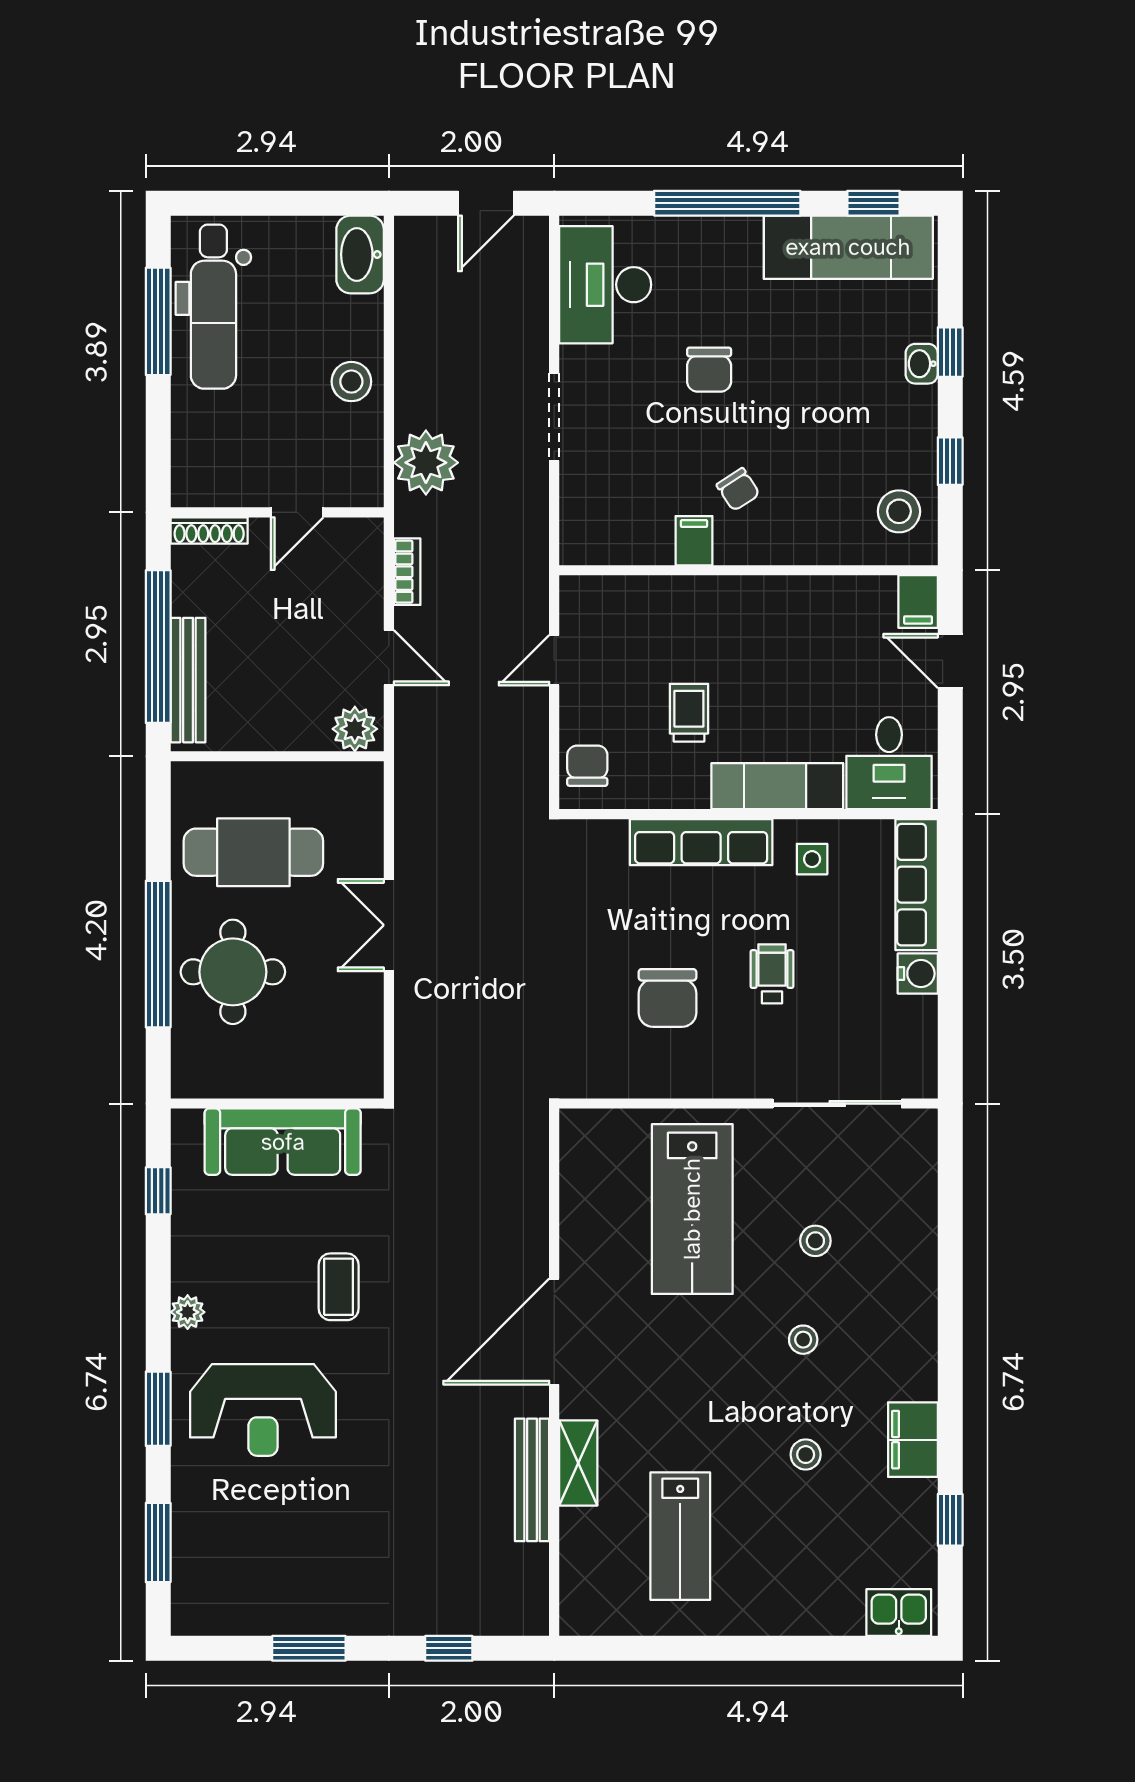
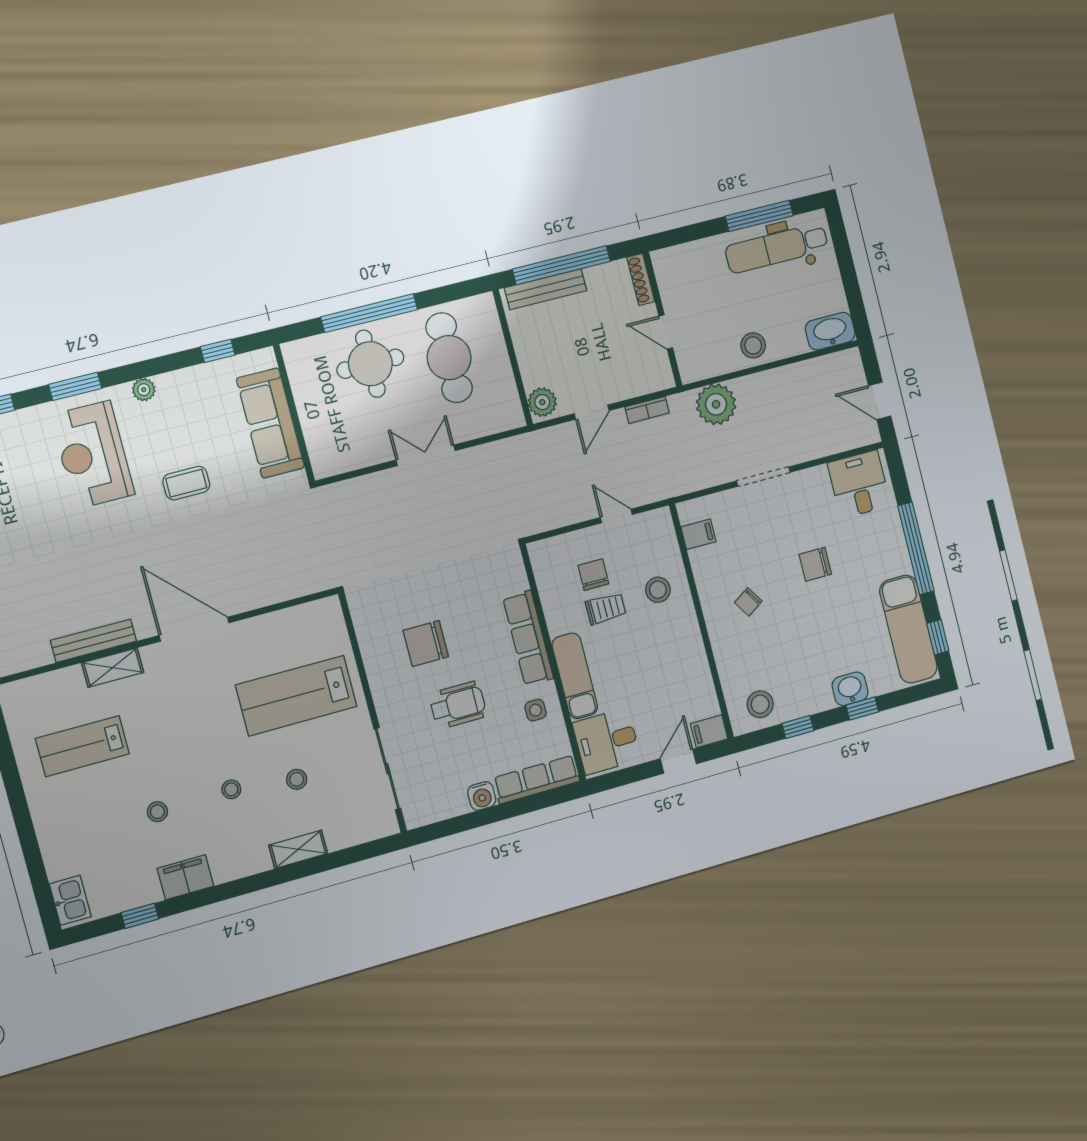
desk: (605, 285) -> (859, 484), width x0.73
washbasin: (922, 364) -> (850, 689), width x1.38, depth x1.45
filing cabinet: (694, 541) -> (698, 534), moved
stool: (682, 625) -> (658, 590), added
chair: (587, 766) -> (593, 575), moved, turned -90
wheelchair: (772, 974) -> (458, 705), width x1.36, depth x1.37
shelving: (919, 1266) -> (298, 849), added

